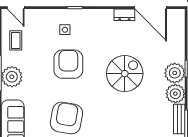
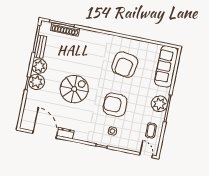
armchair: (68, 64) -> (115, 105), turned 90
spiral stairs: (125, 74) -> (74, 89), turned 180

